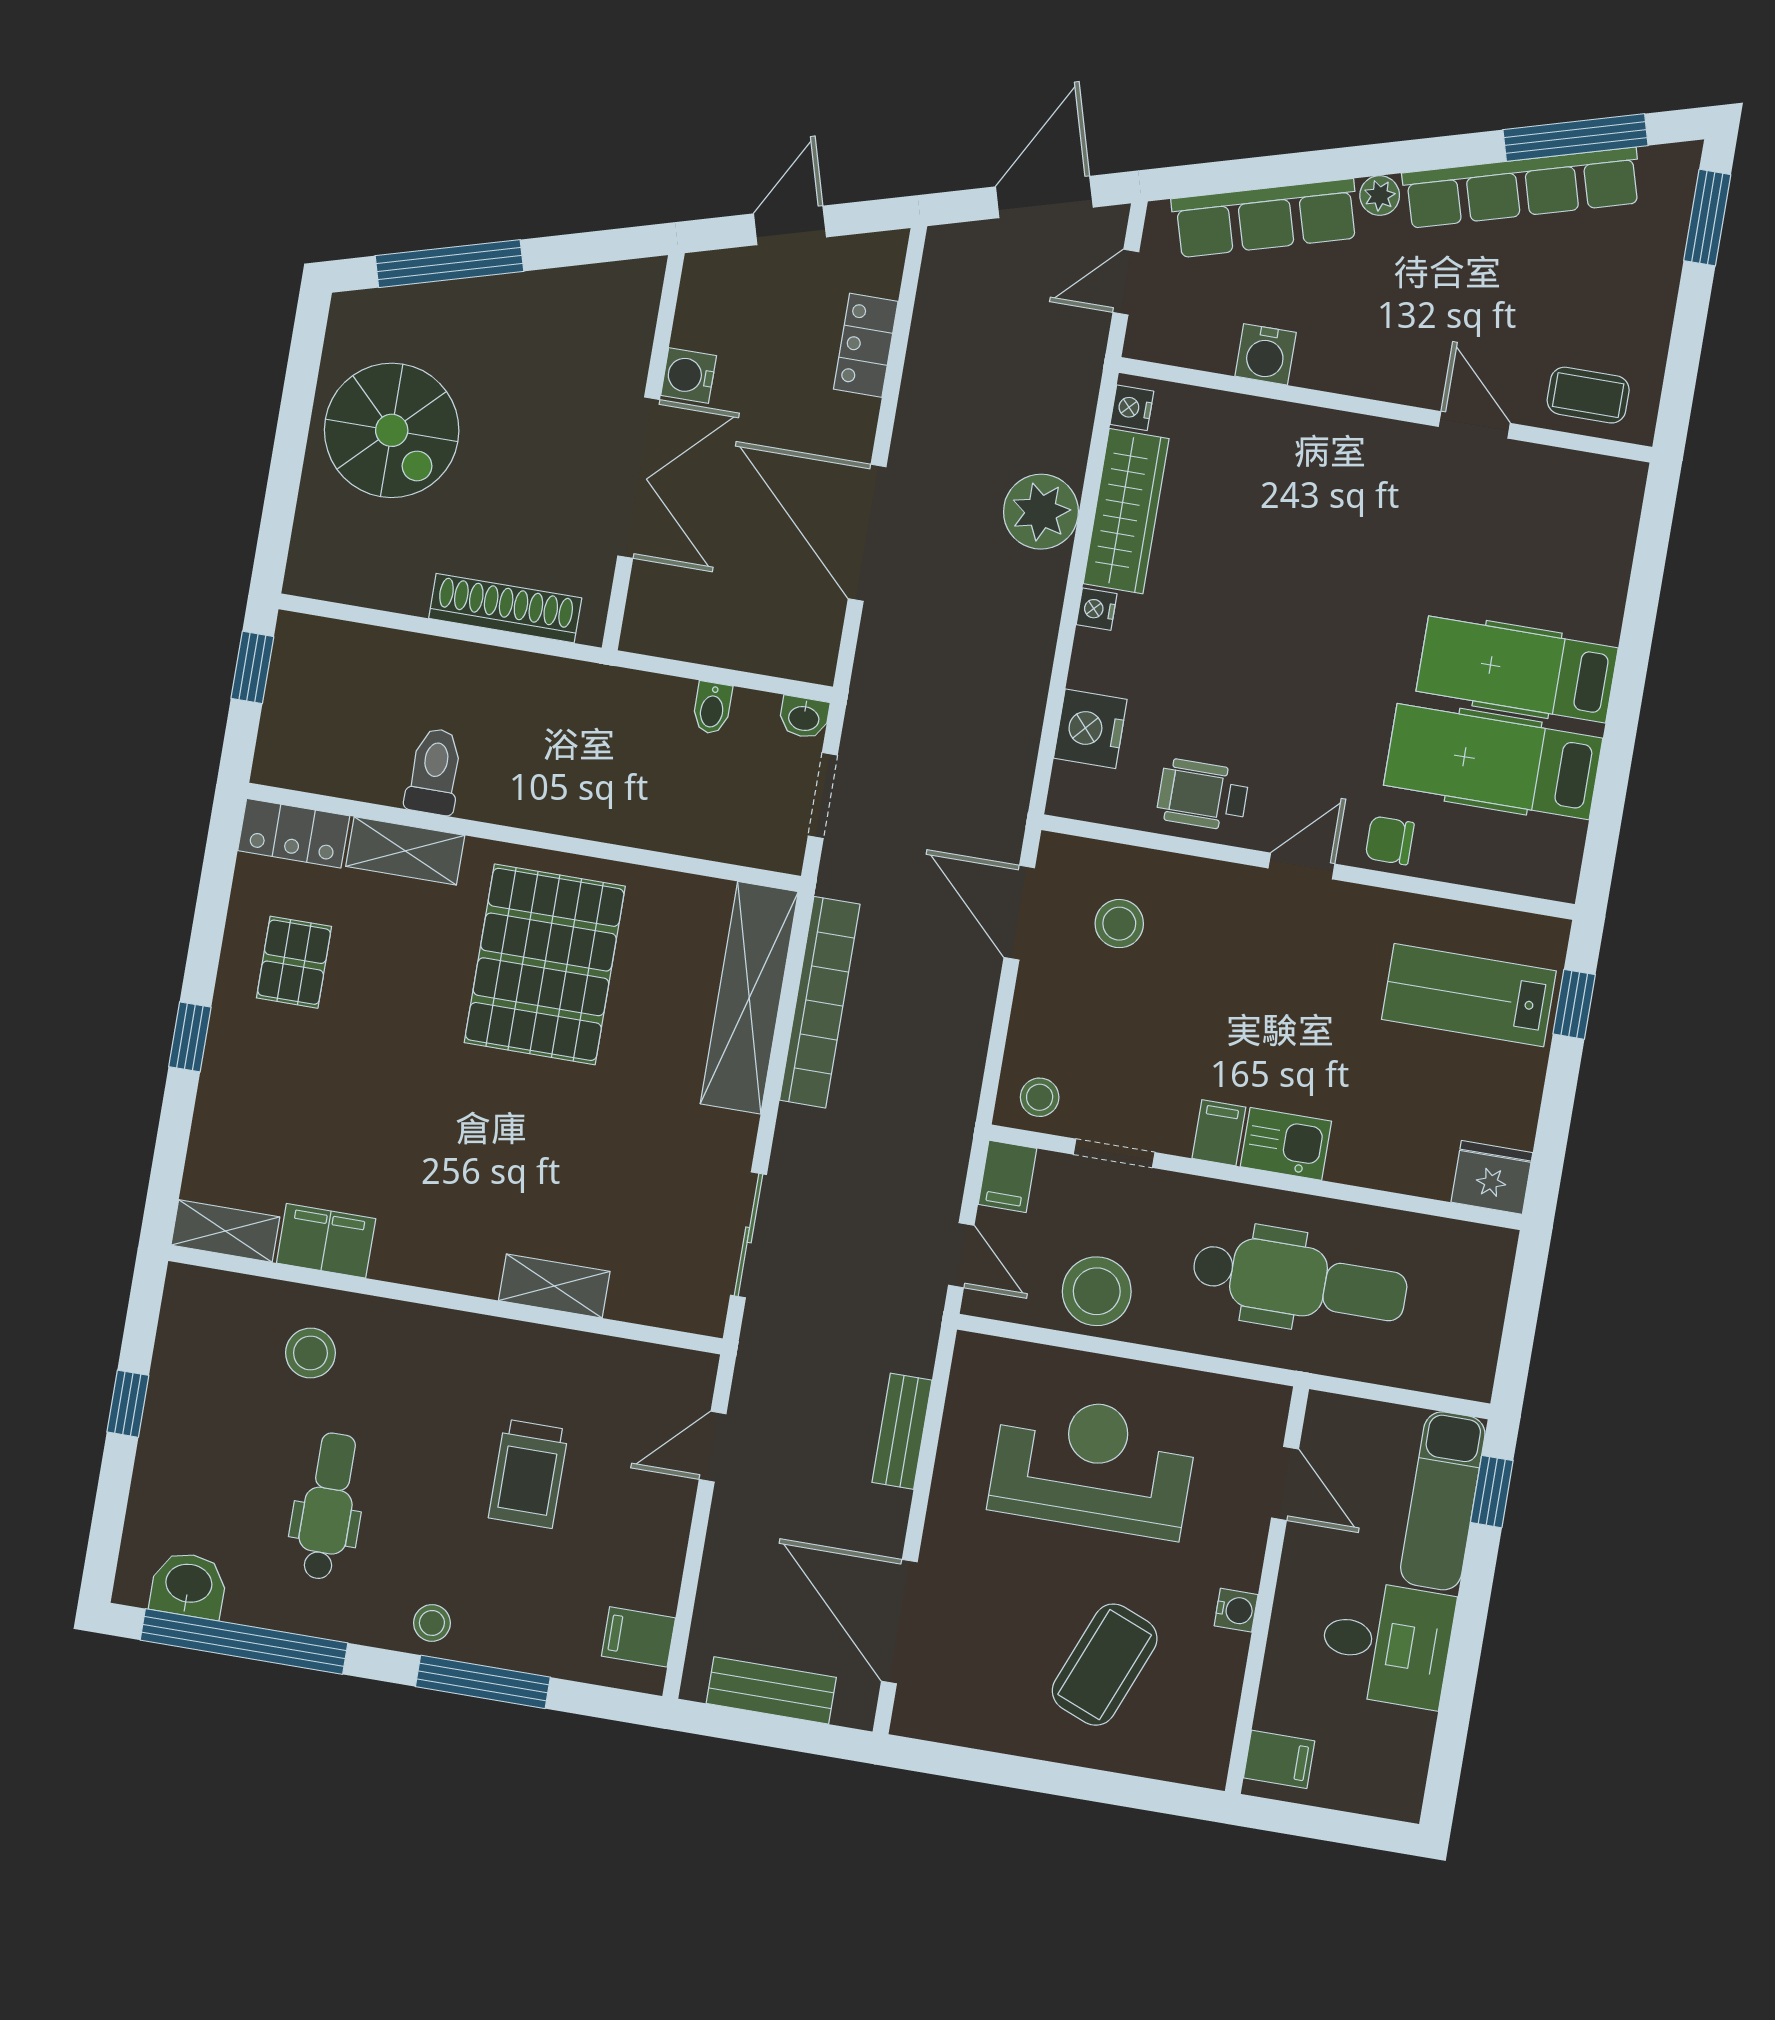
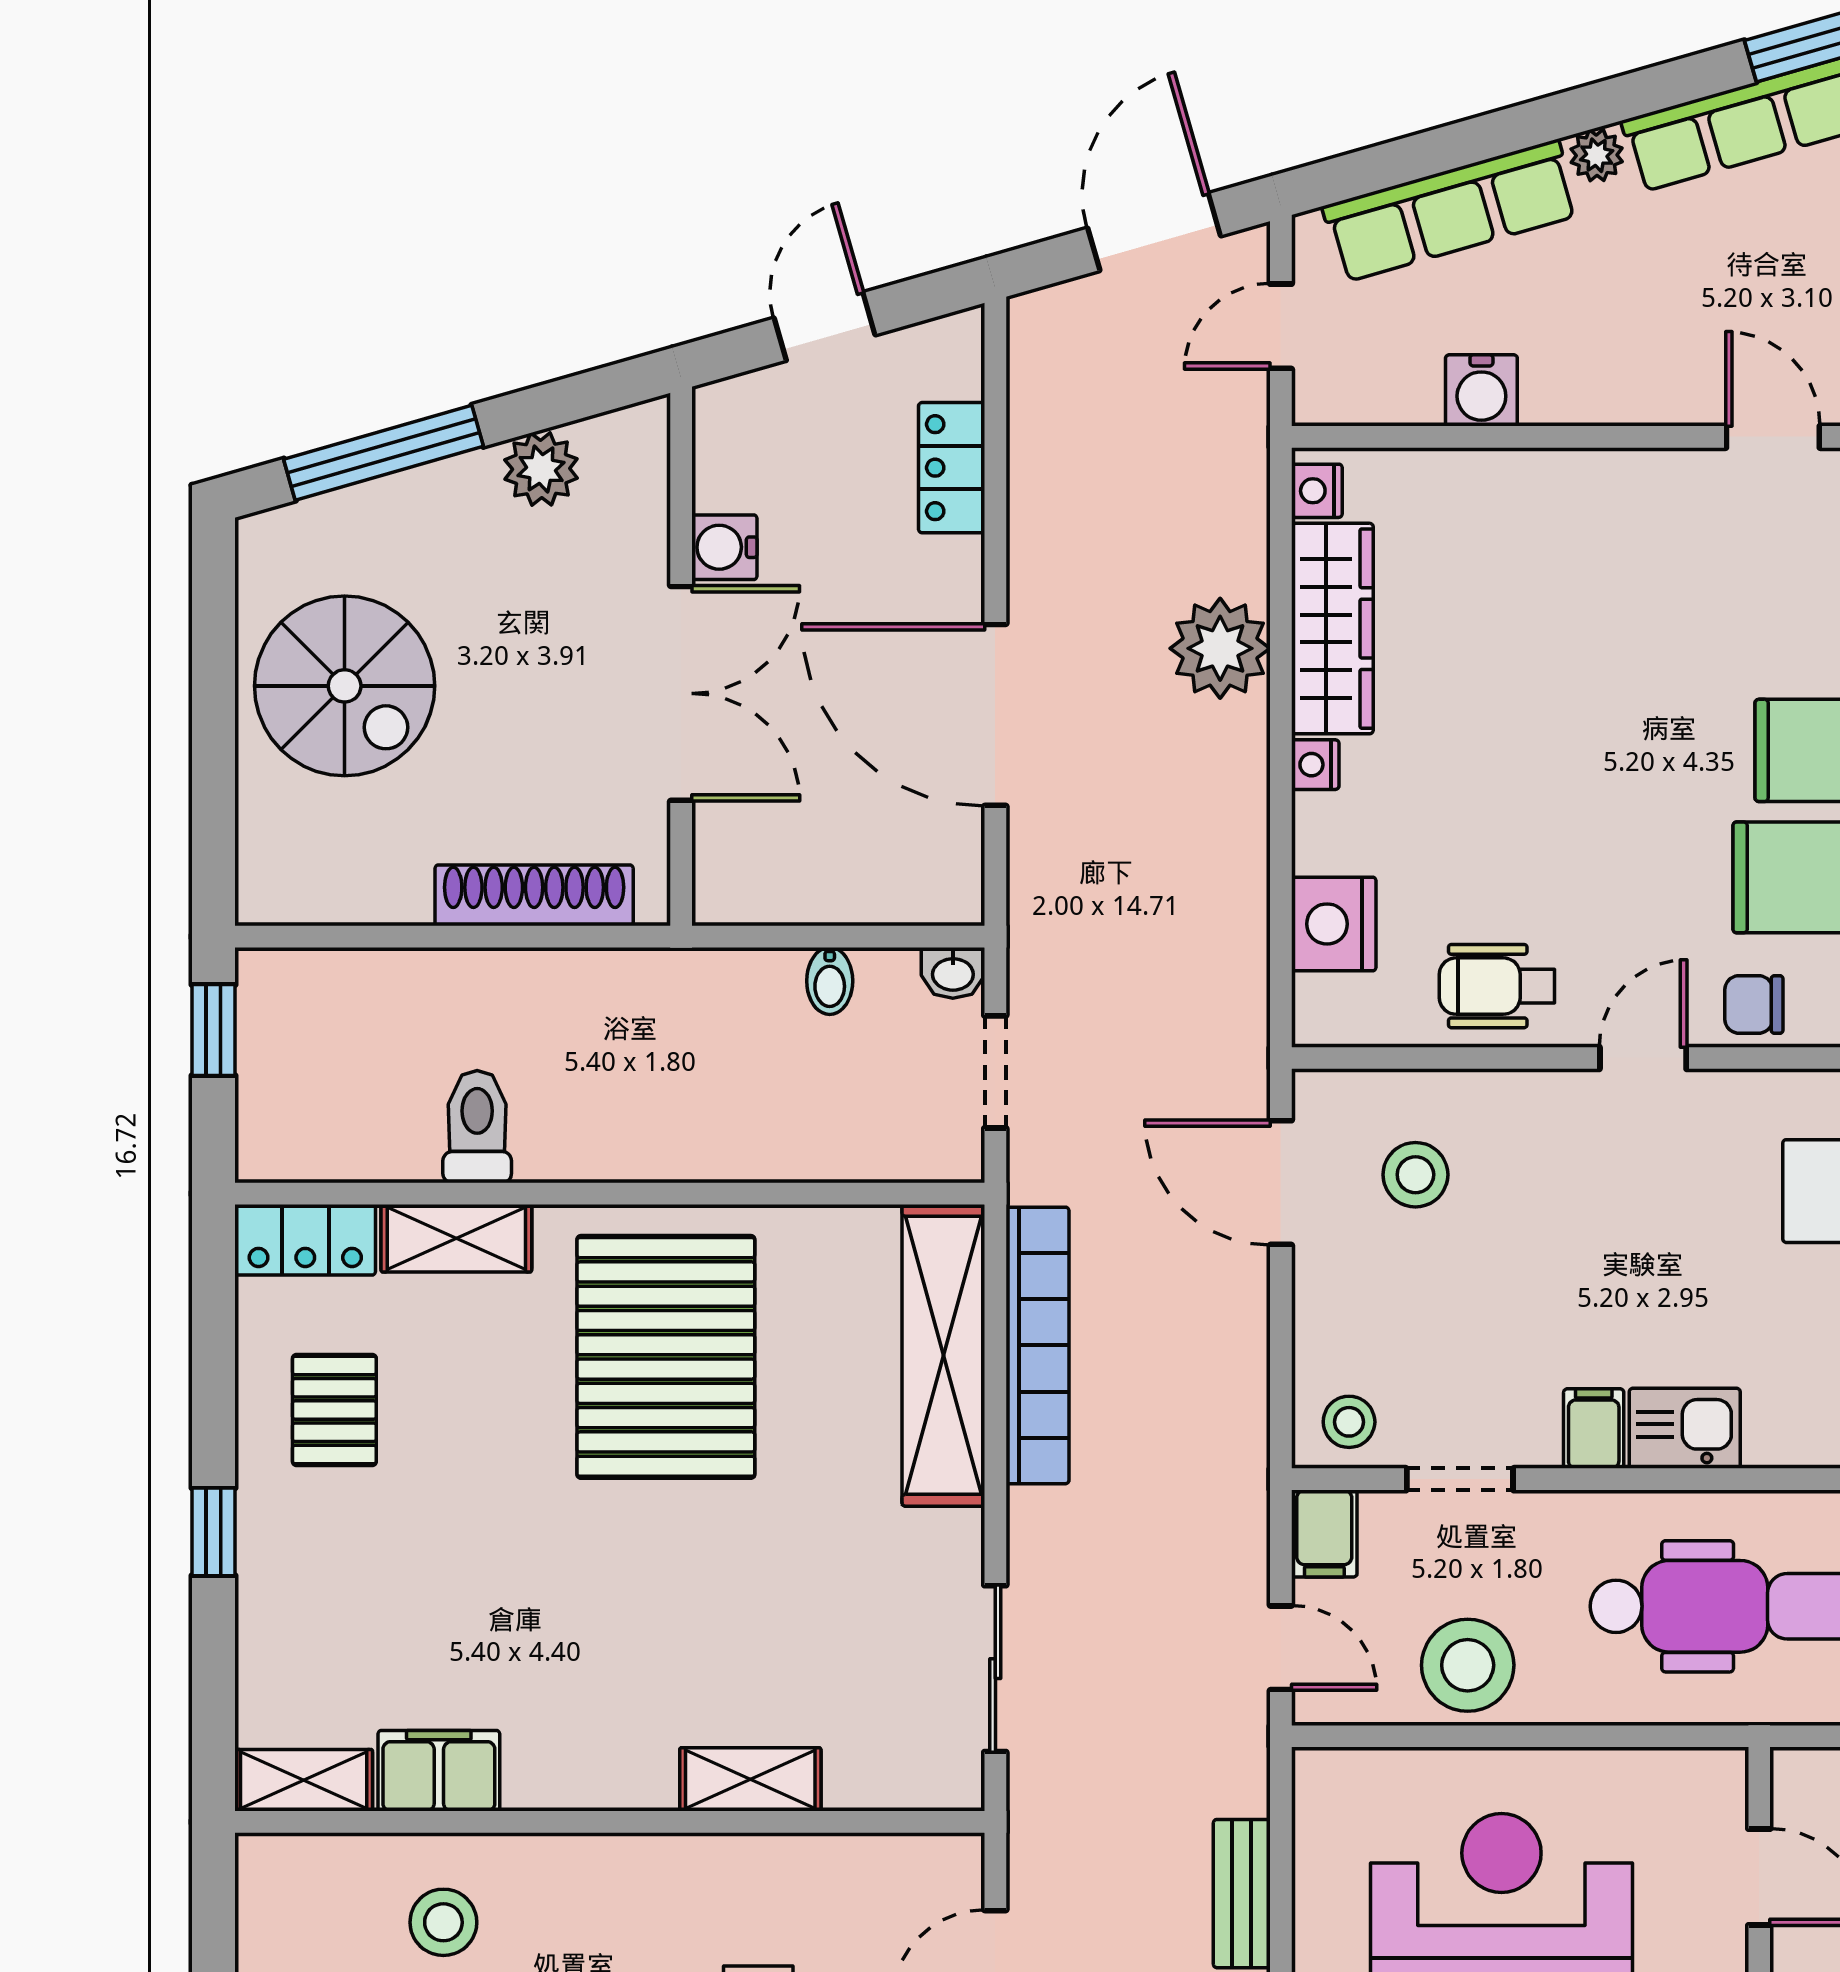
plant: (563, 295) -> (541, 469), added

